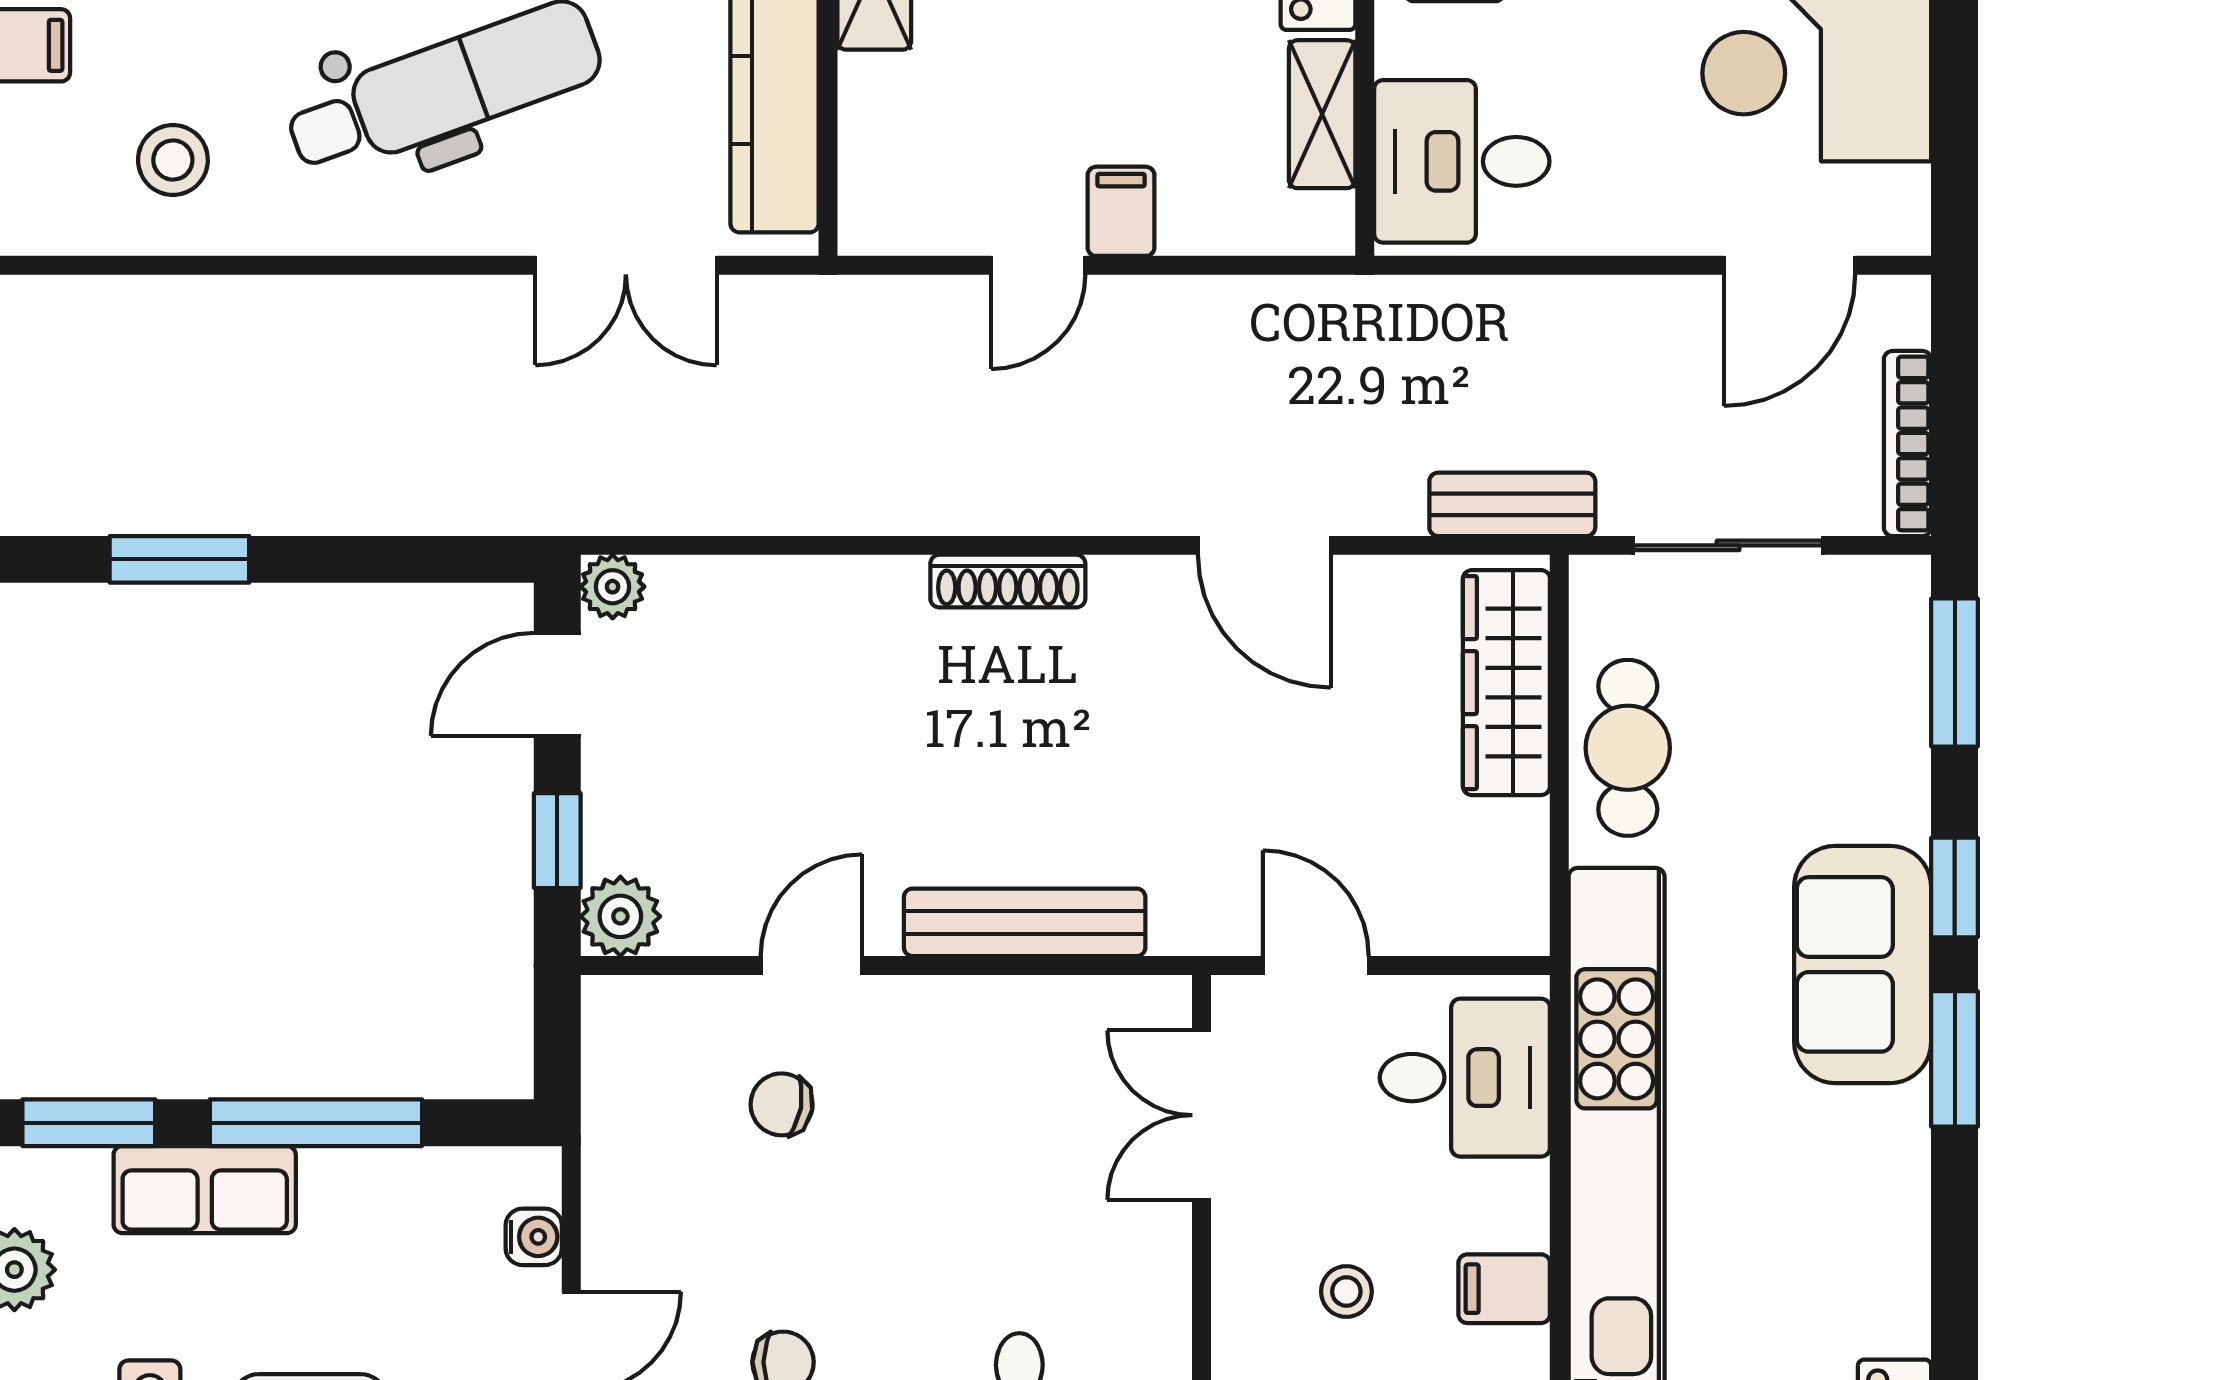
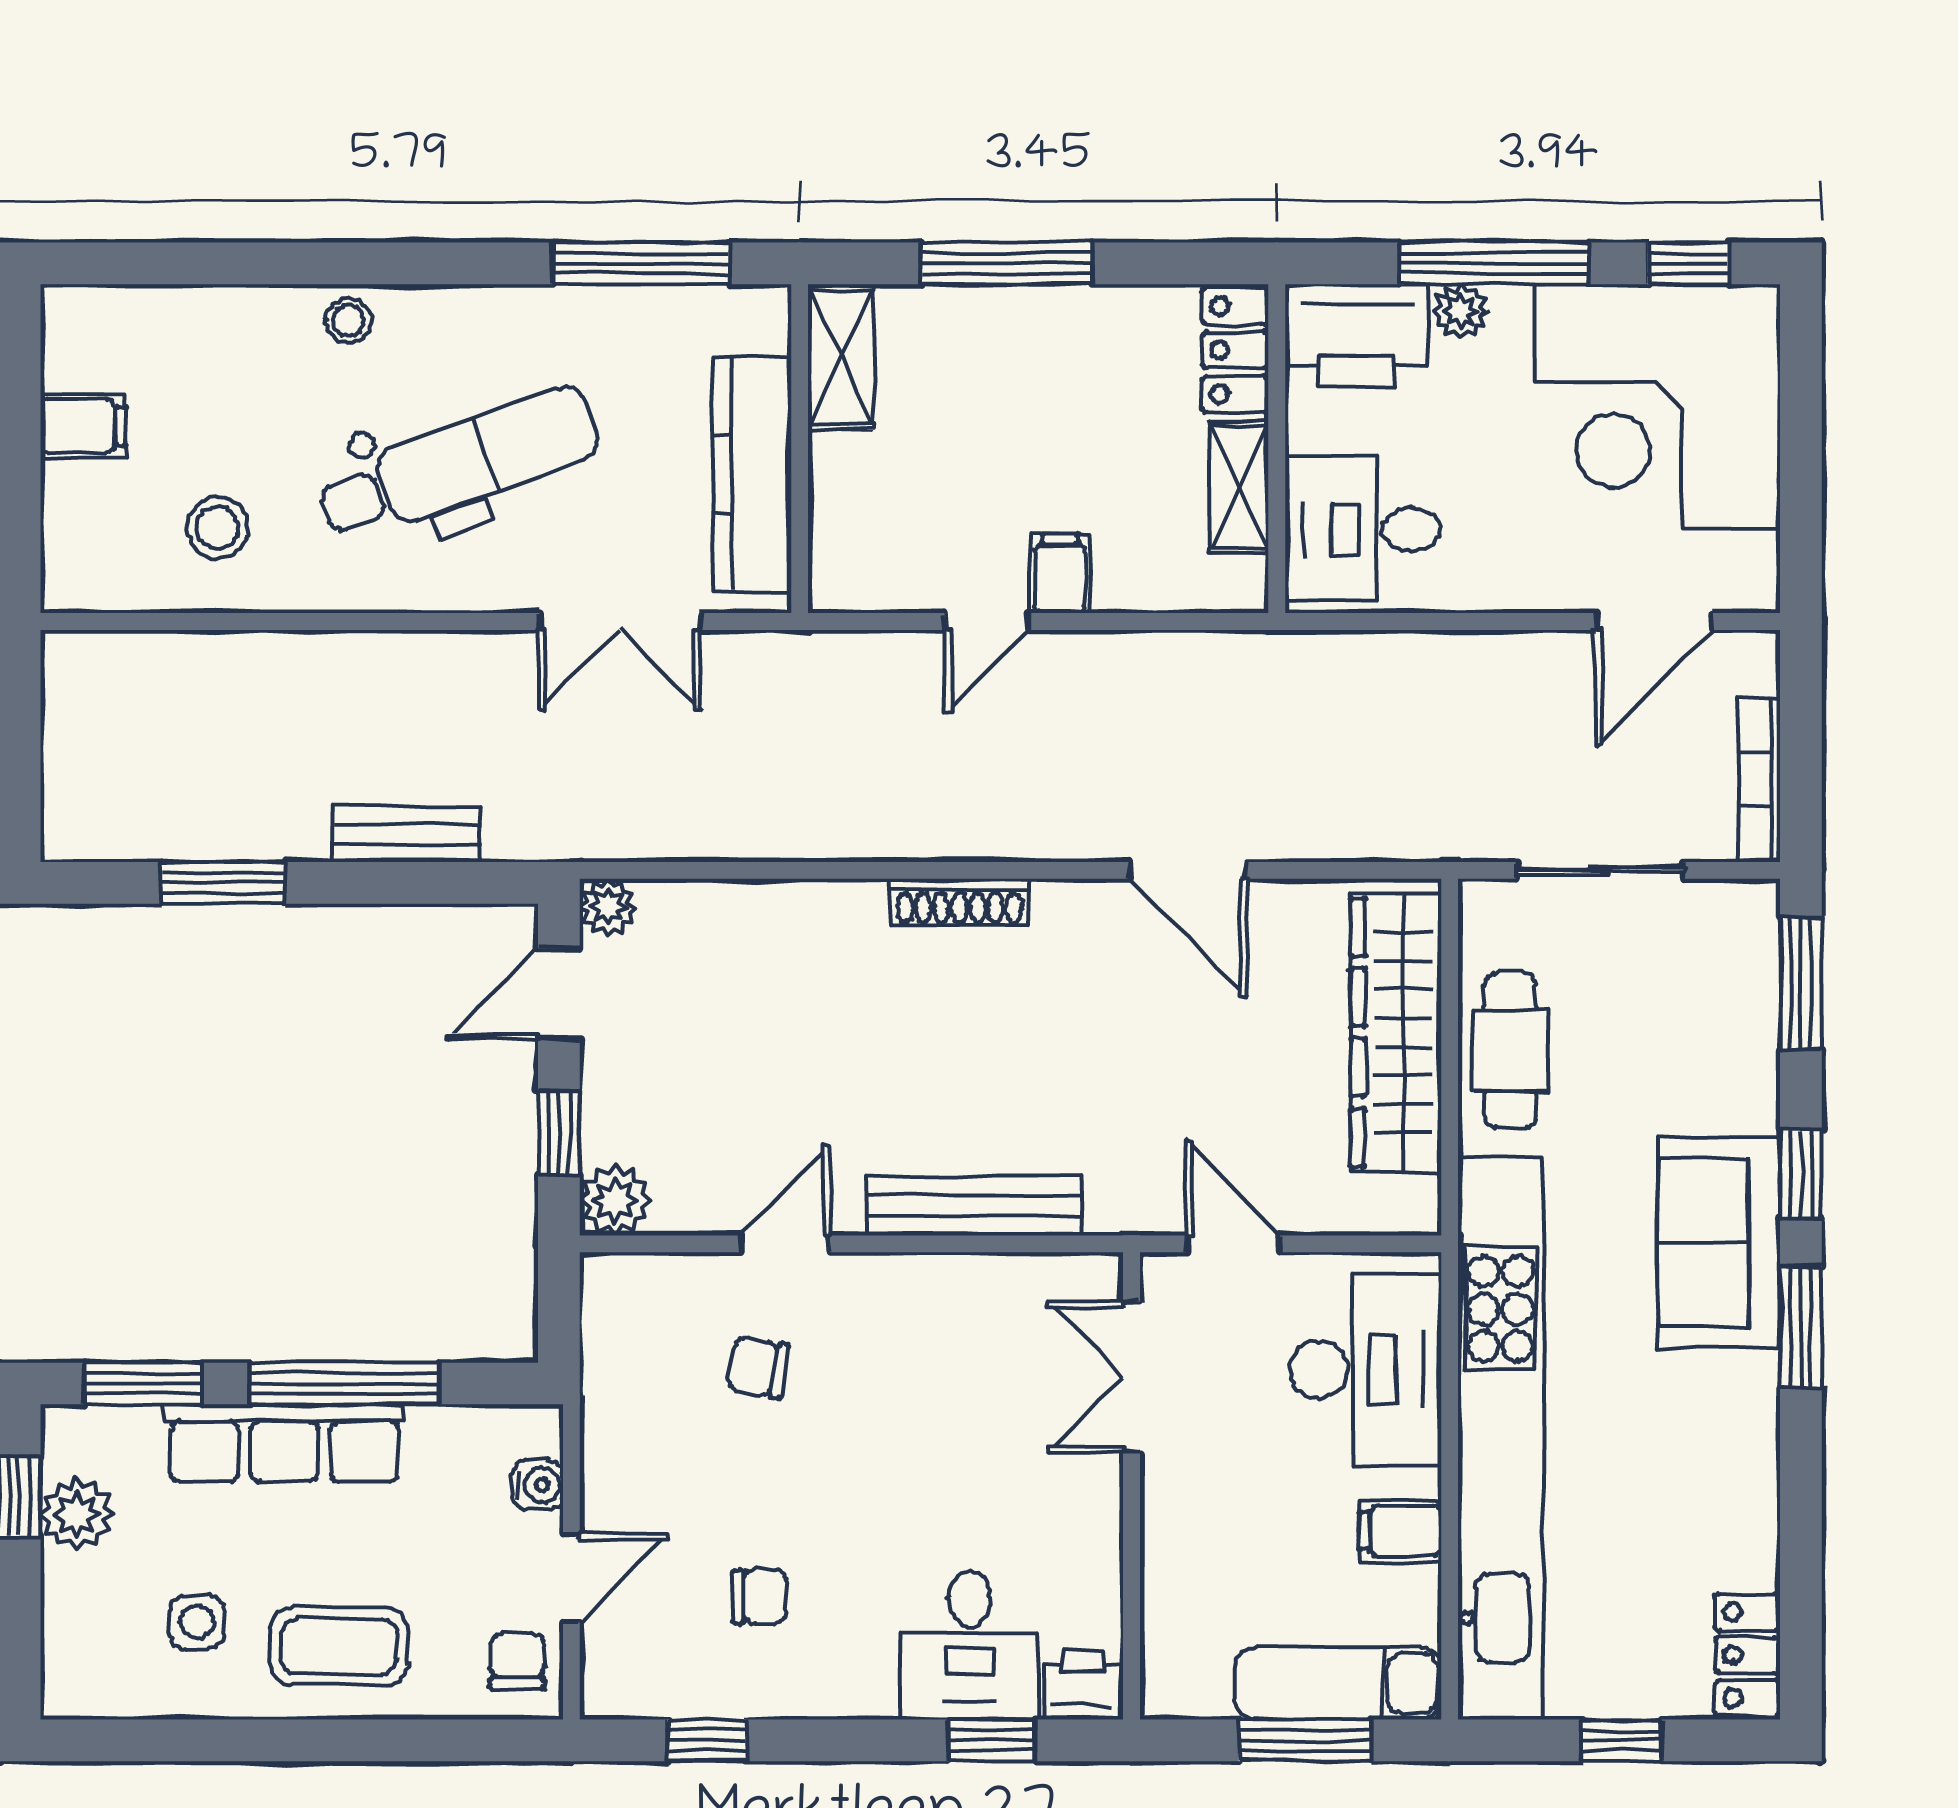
bench: (1512, 504) -> (407, 834), moved
wardrobe: (1506, 683) -> (1396, 1032), width x1.40, depth x1.17
desk: (1465, 1078) -> (1366, 1370), width x1.37
row of seats: (205, 1190) -> (284, 1443), width x1.48
stool: (1346, 1291) -> (1260, 1534), removed

